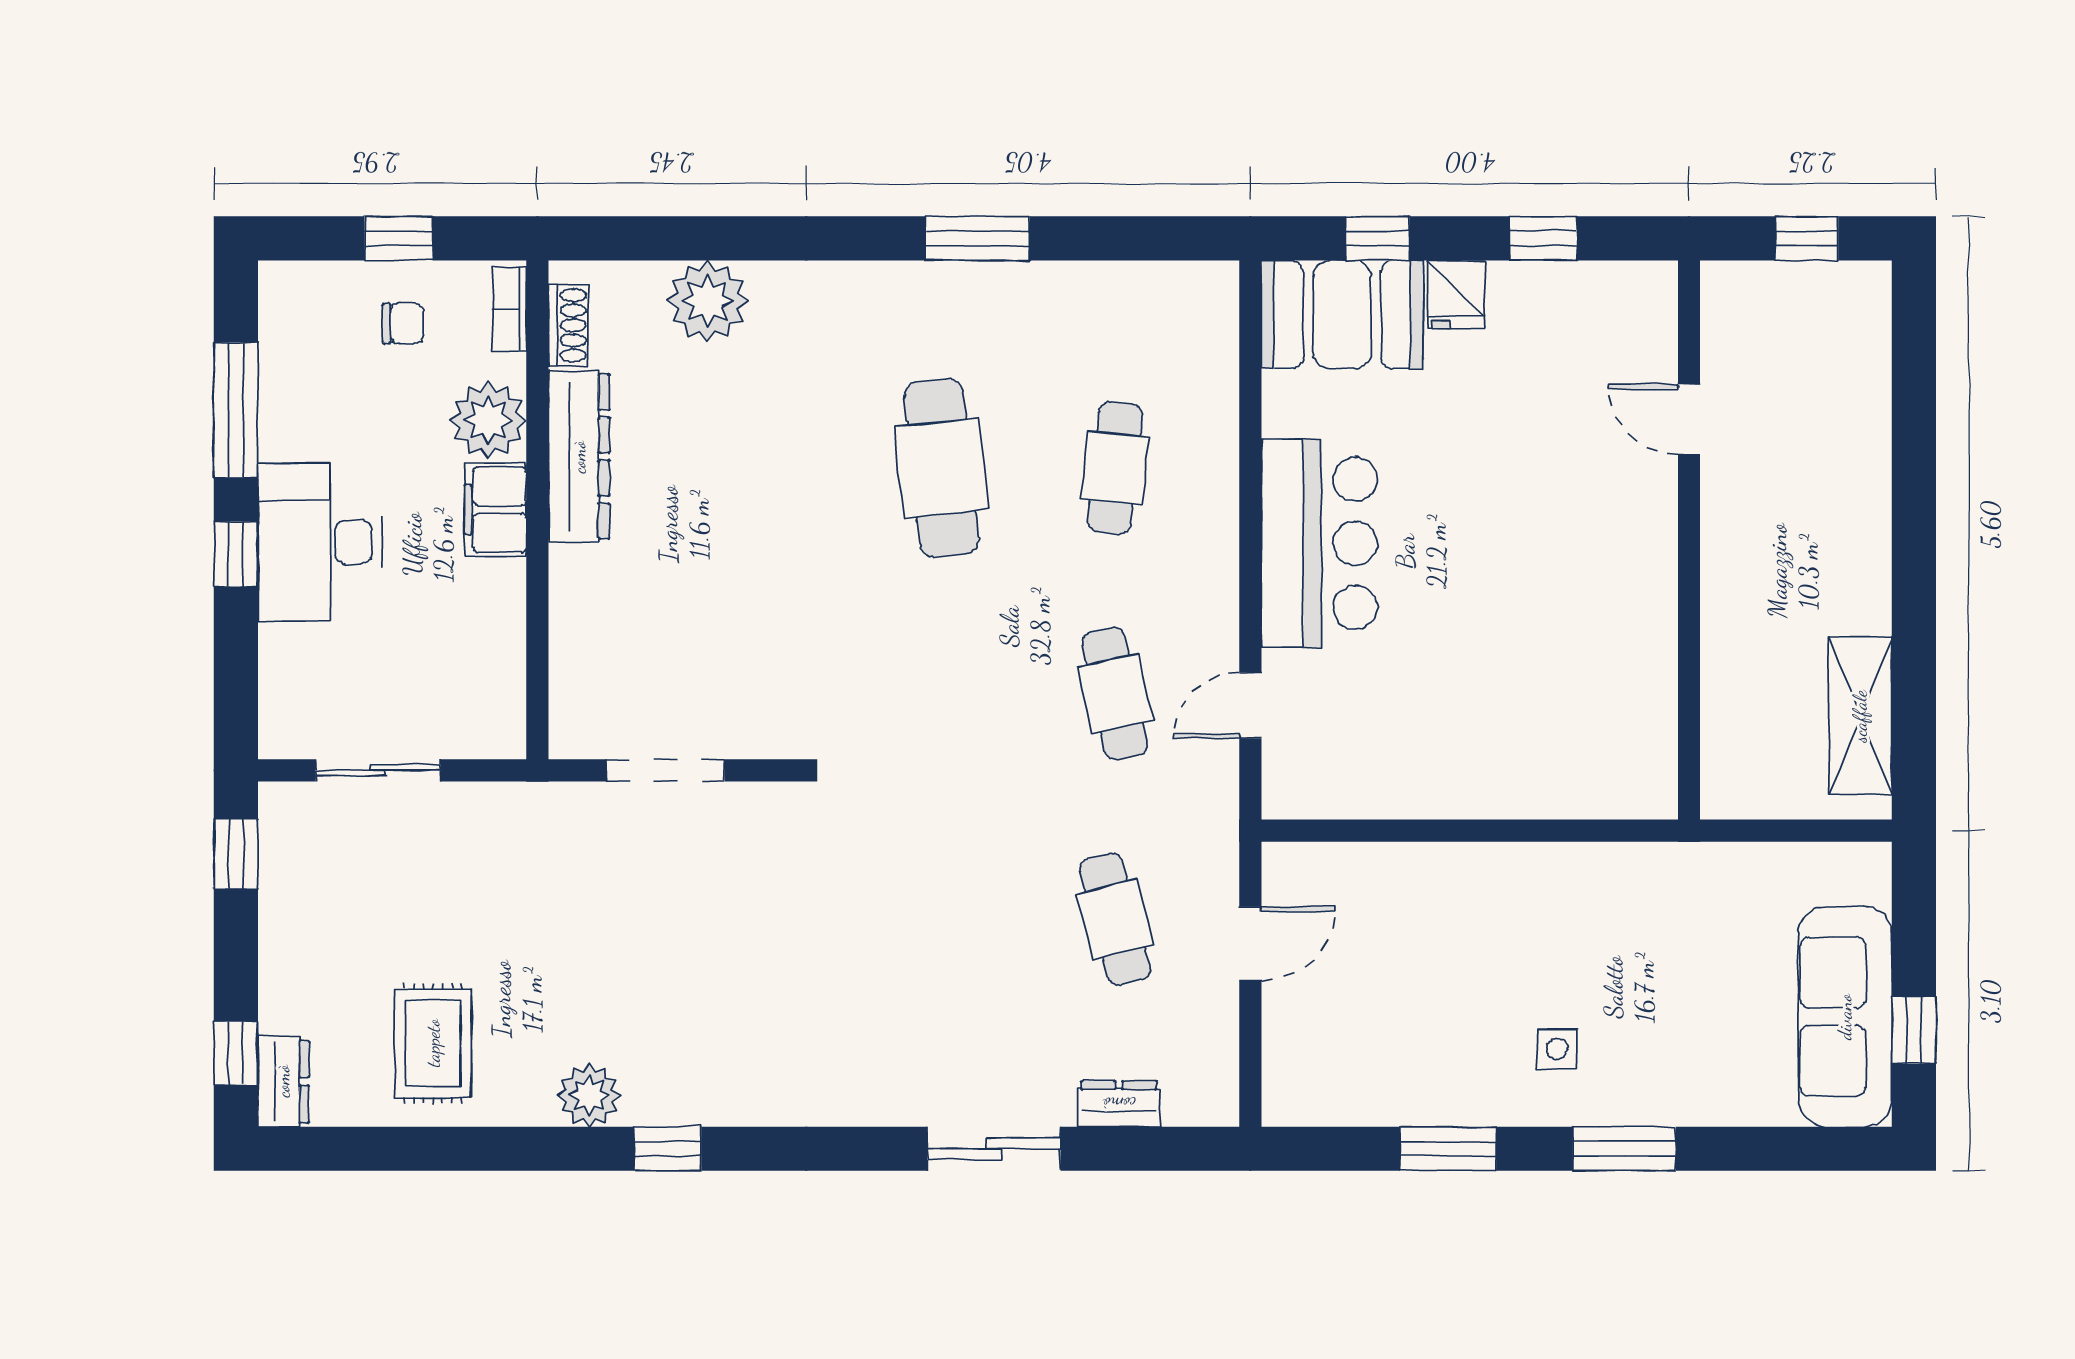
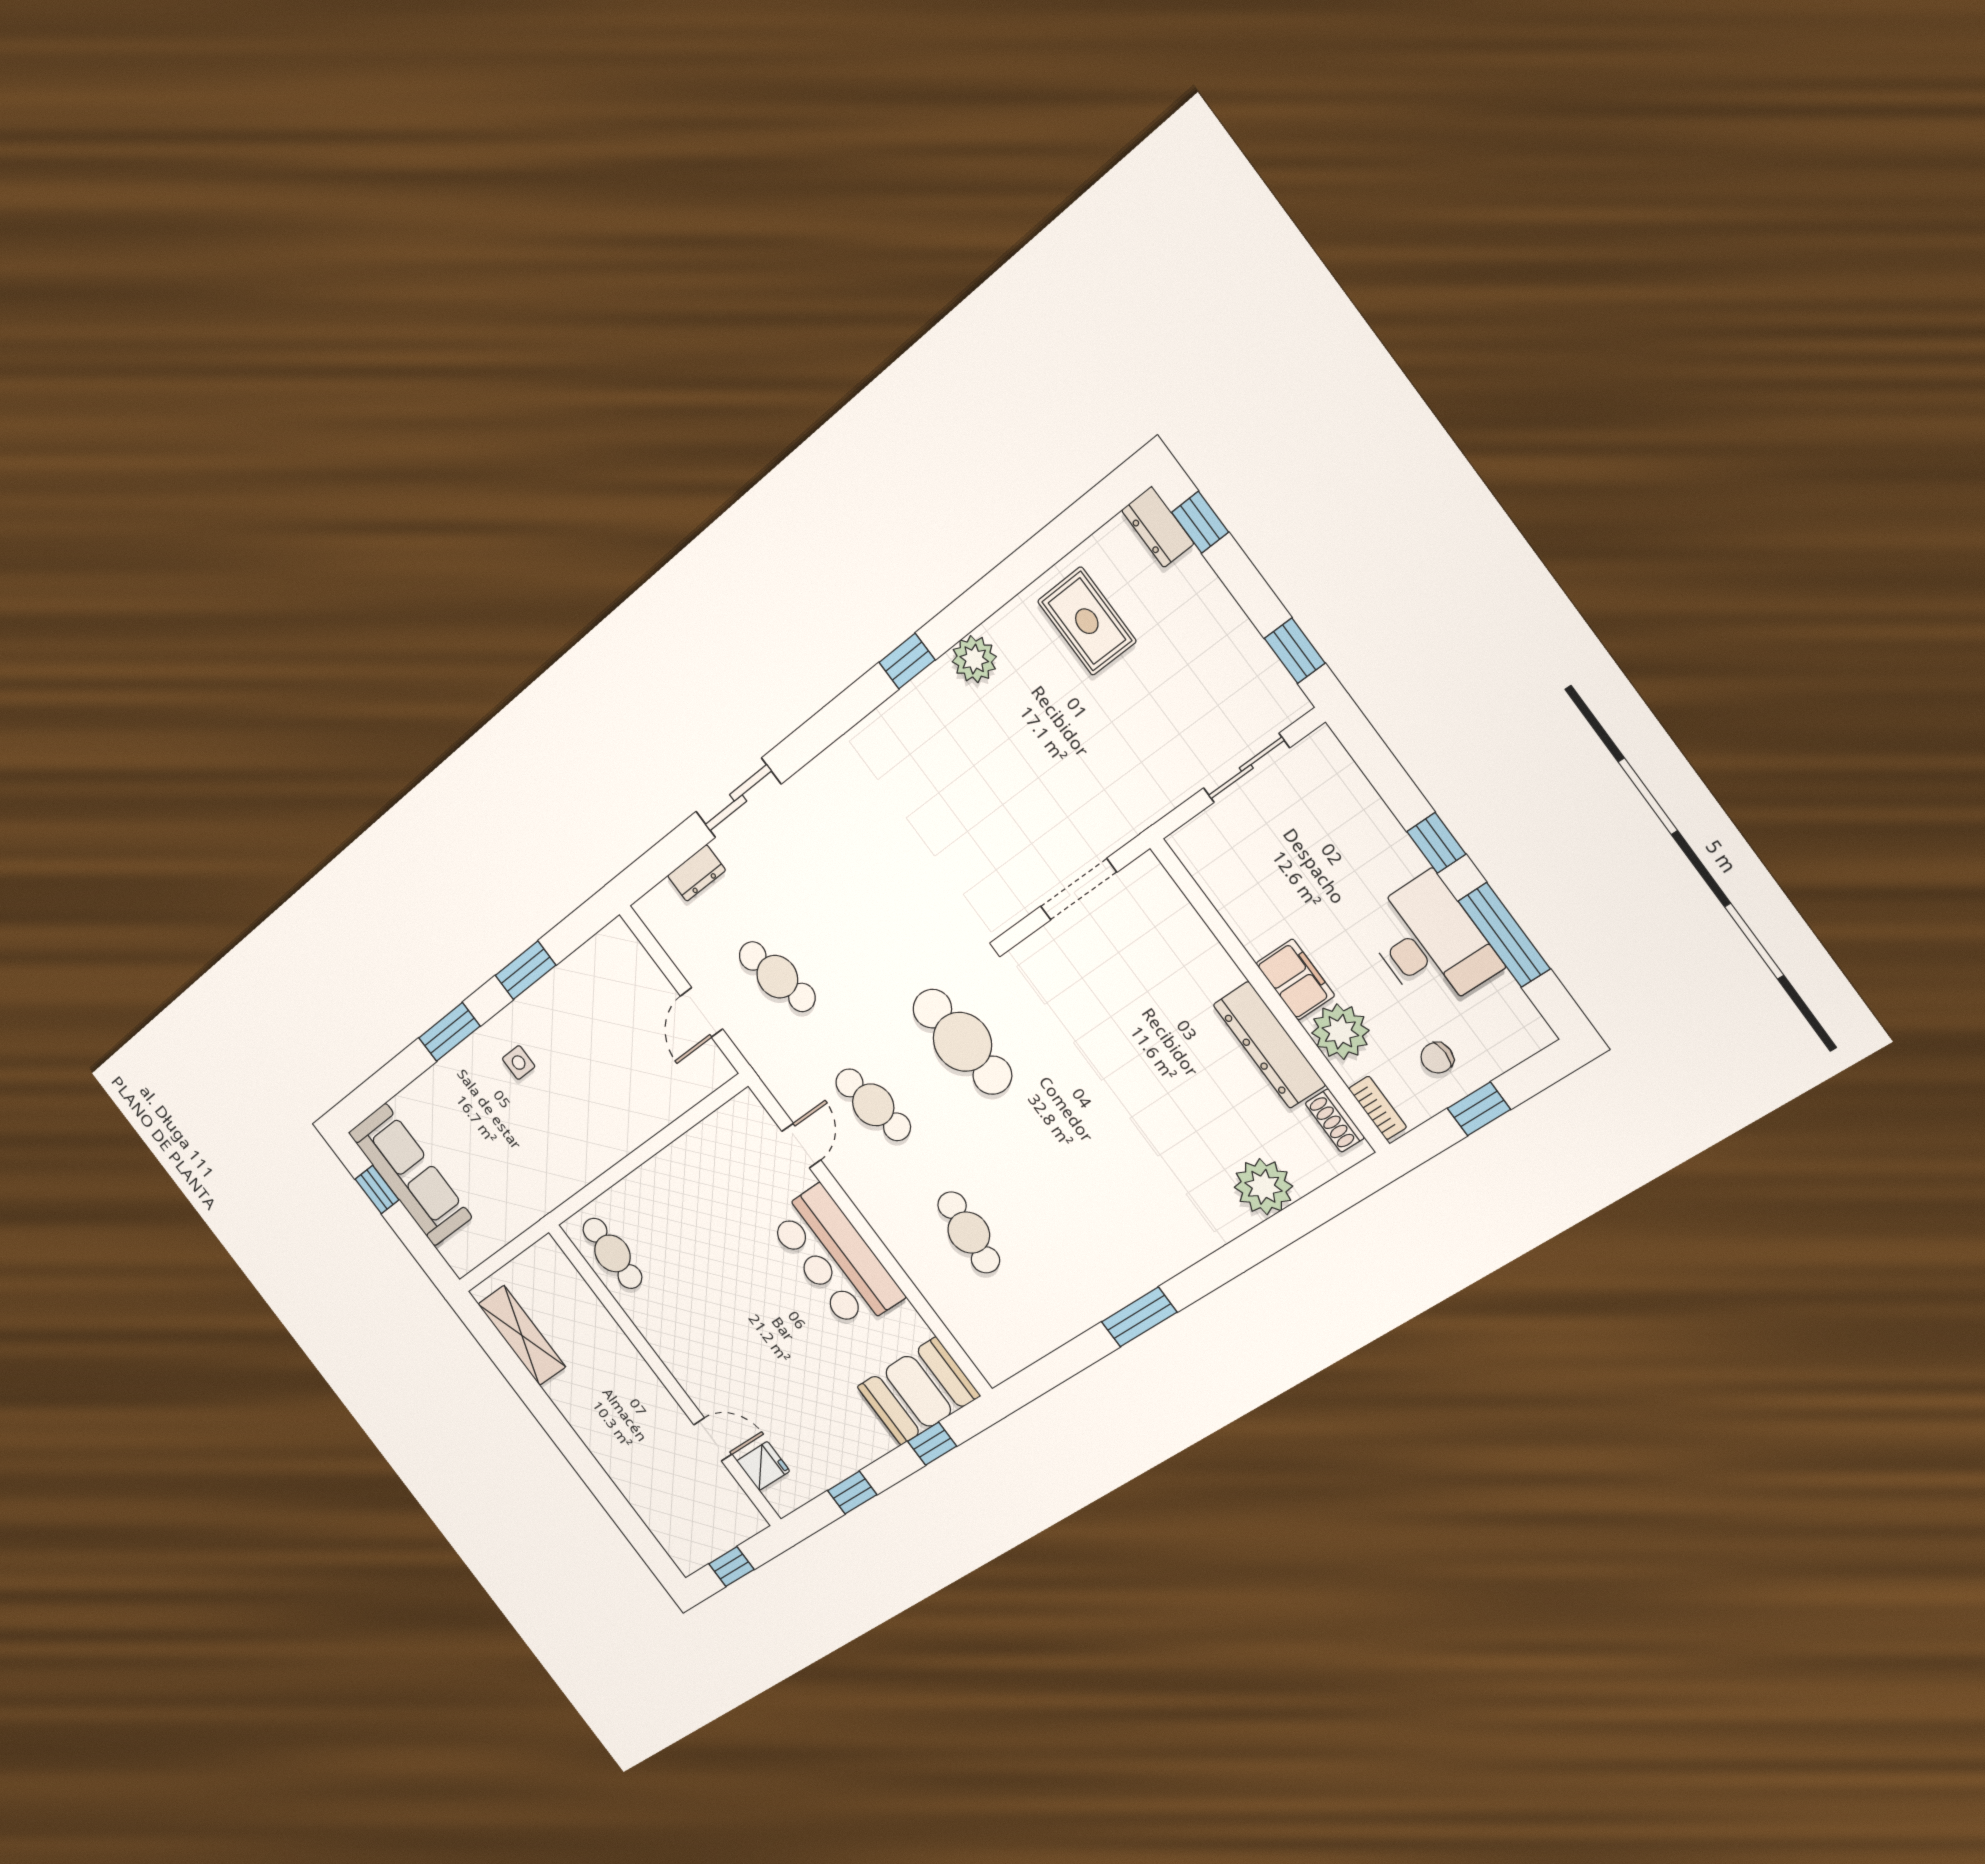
fridge: (1456, 294) -> (763, 1466), moved, turned 90
cafe table: (942, 468) -> (962, 1042), moved
desk: (320, 542) -> (1430, 943), moved
cafe table: (1630, 737) -> (612, 1253), added

